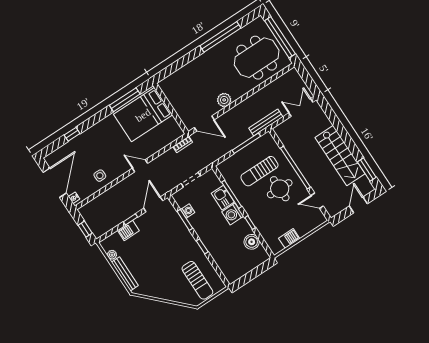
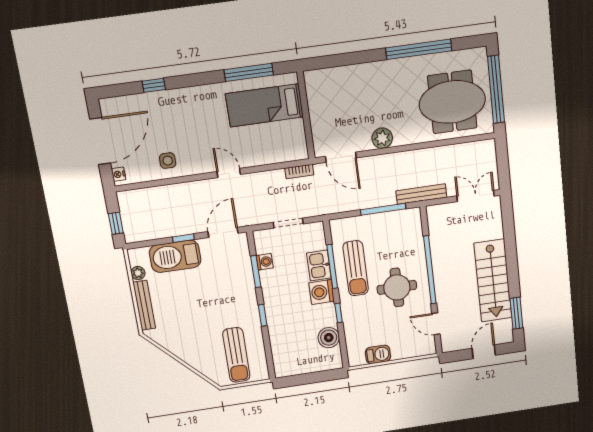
bed: (143, 115) -> (265, 105), width x0.67
sun lounger: (259, 171) -> (356, 268), moved, turned -90
barbecue: (128, 230) -> (175, 256), width x1.88, depth x1.53

